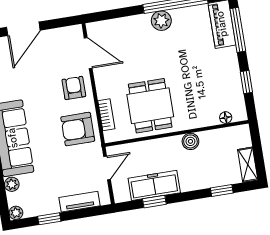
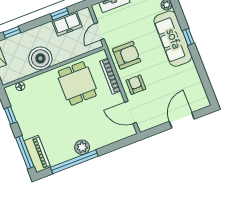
armchair: (74, 88) -> (136, 85), turned 180
bookcase: (106, 115) -> (110, 76), width x1.56
boiler: (190, 141) -> (40, 58), width x1.86, depth x1.86
freezer: (154, 185) -> (67, 24), width x0.71

